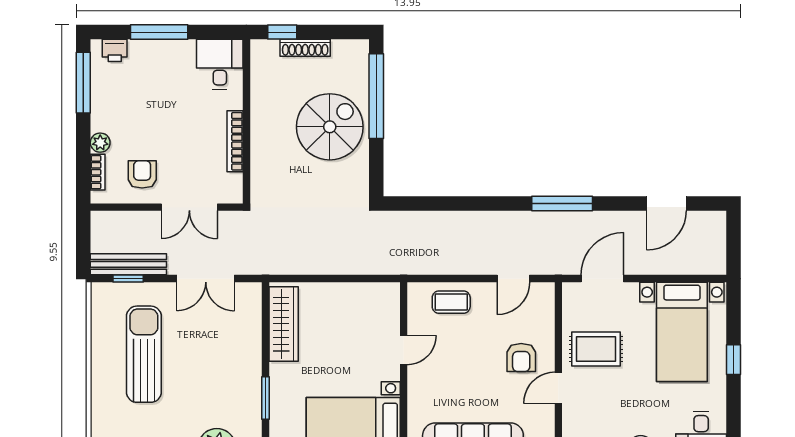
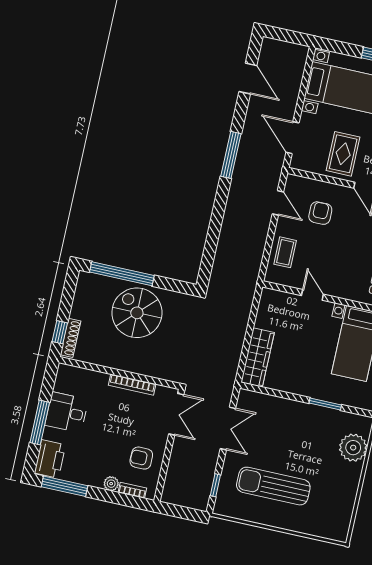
shoe rack: (305, 48) -> (71, 338), moved
printer: (115, 50) -> (50, 459), width x1.87, depth x1.48
desk: (220, 64) -> (67, 412), moved
double door: (189, 207) -> (176, 414), moved
bench: (128, 264) -> (205, 483), removed
wardrobe: (284, 324) -> (258, 357), moved, turned 90
armchair: (521, 358) -> (320, 213), moved, turned -90

